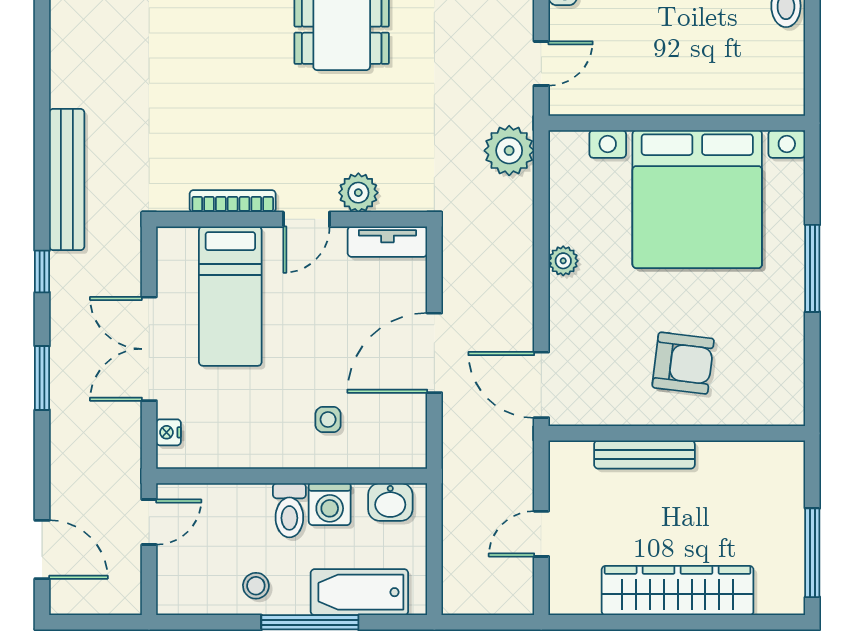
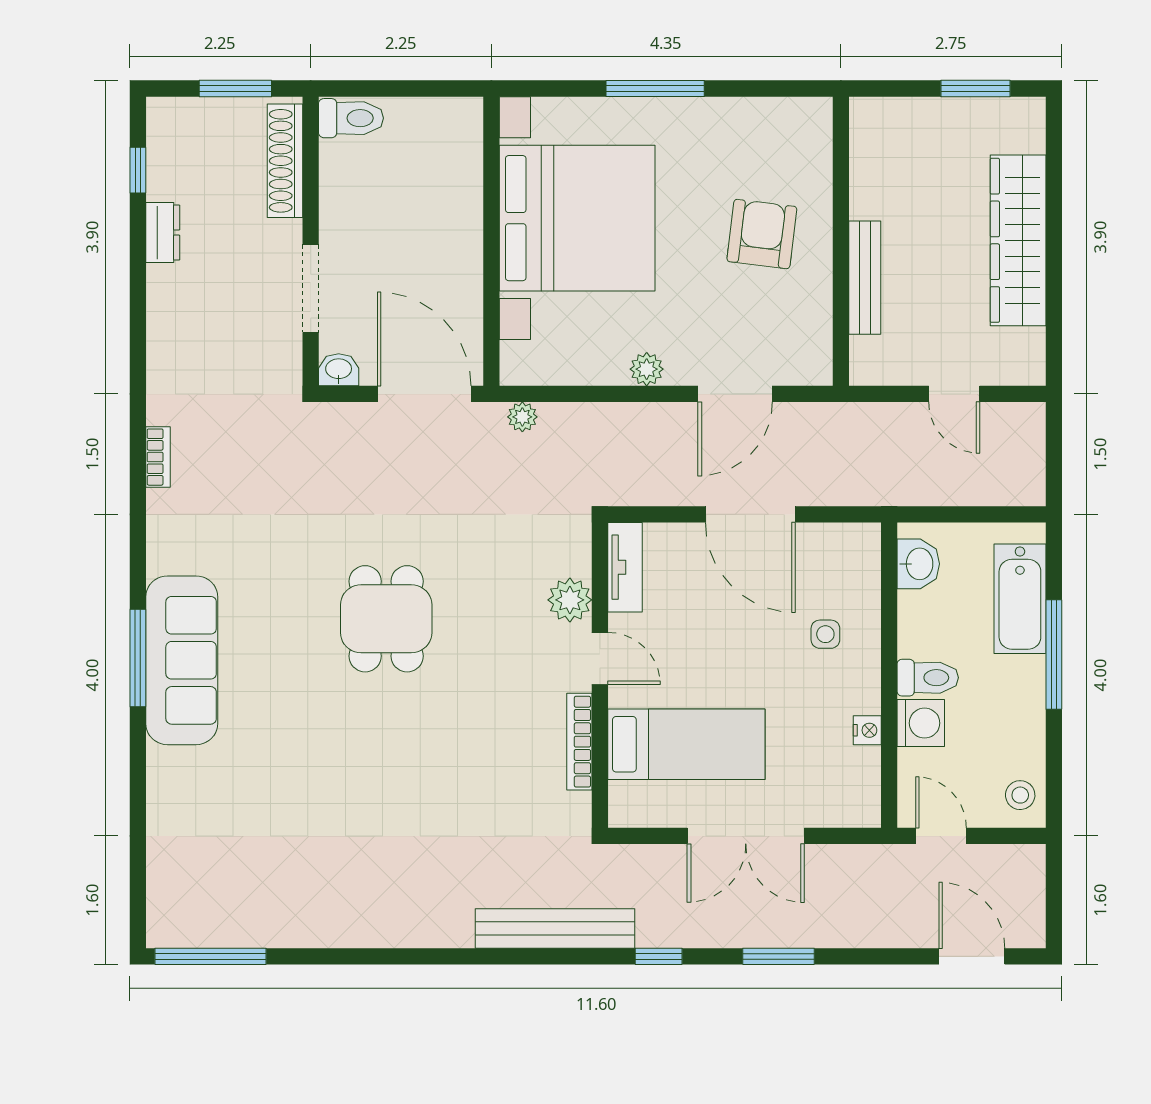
door: (541, 63) -> (424, 394), width x1.88
plant: (509, 151) -> (522, 417), width x0.53, depth x0.53
door: (541, 385) -> (735, 394), moved
nightstand: (169, 432) -> (867, 730), moved, turned -90
washing machine: (330, 504) -> (921, 723), moved
door: (42, 549) -> (972, 956), hinge flipped
window: (812, 553) -> (975, 89), width x0.69
stool: (256, 586) -> (1020, 795), moved

